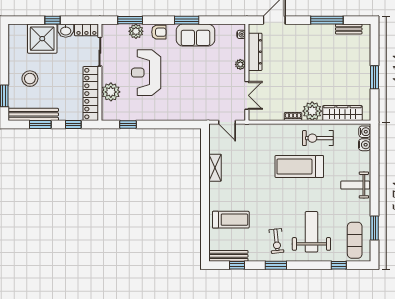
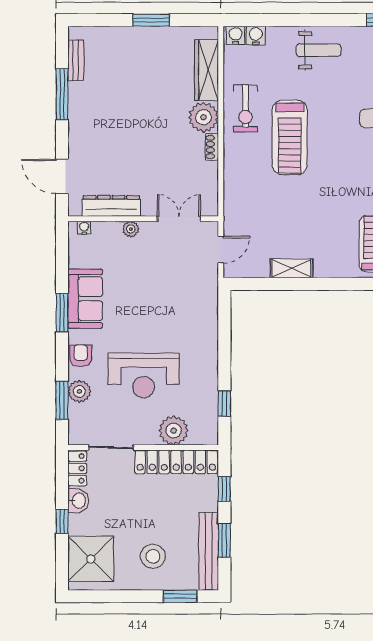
shower: (42, 39) -> (91, 559), moved
weight bench: (355, 185) -> (318, 50), turned -90

